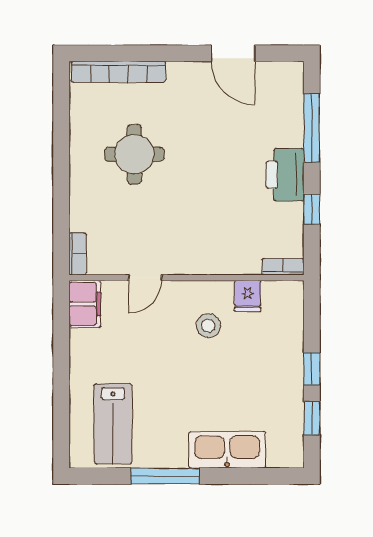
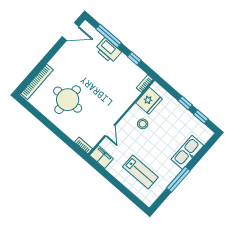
door: (233, 53) -> (70, 32), moved
round table: (134, 154) -> (68, 100), width x1.36, depth x1.36
printer: (285, 175) -> (108, 51), moved
fridge: (248, 296) -> (149, 101), width x1.88, depth x1.34
lab bench: (113, 424) -> (140, 172), moved

